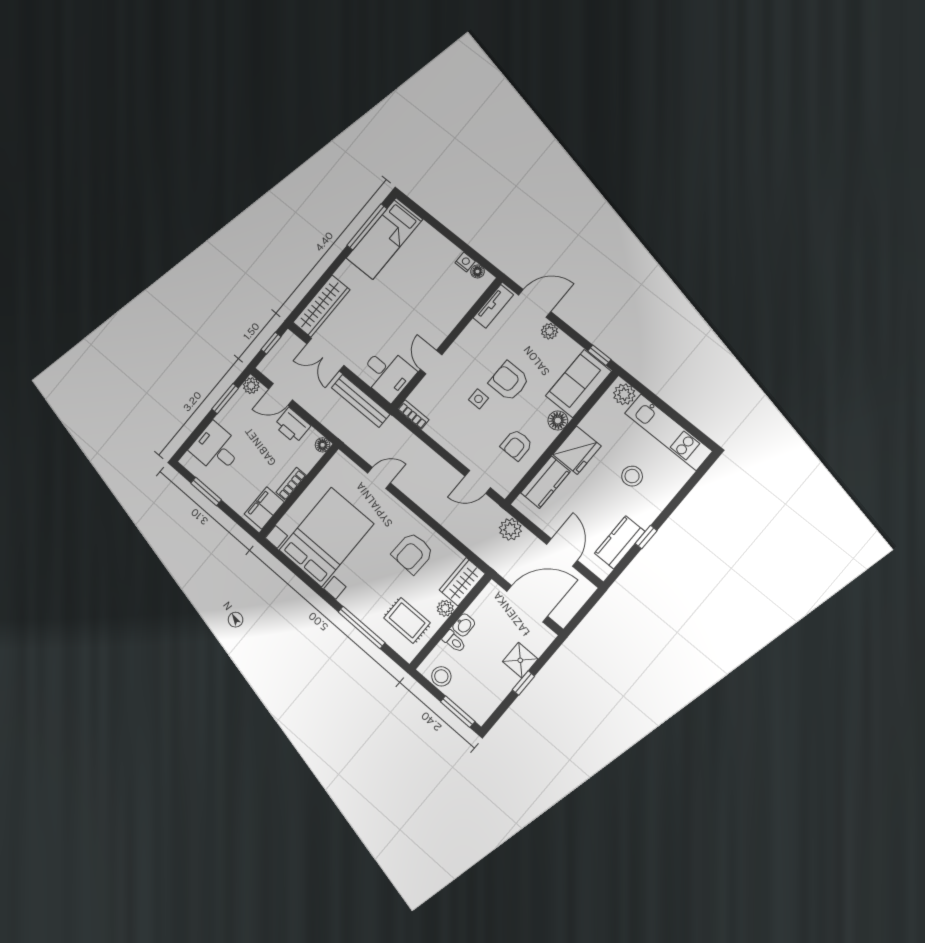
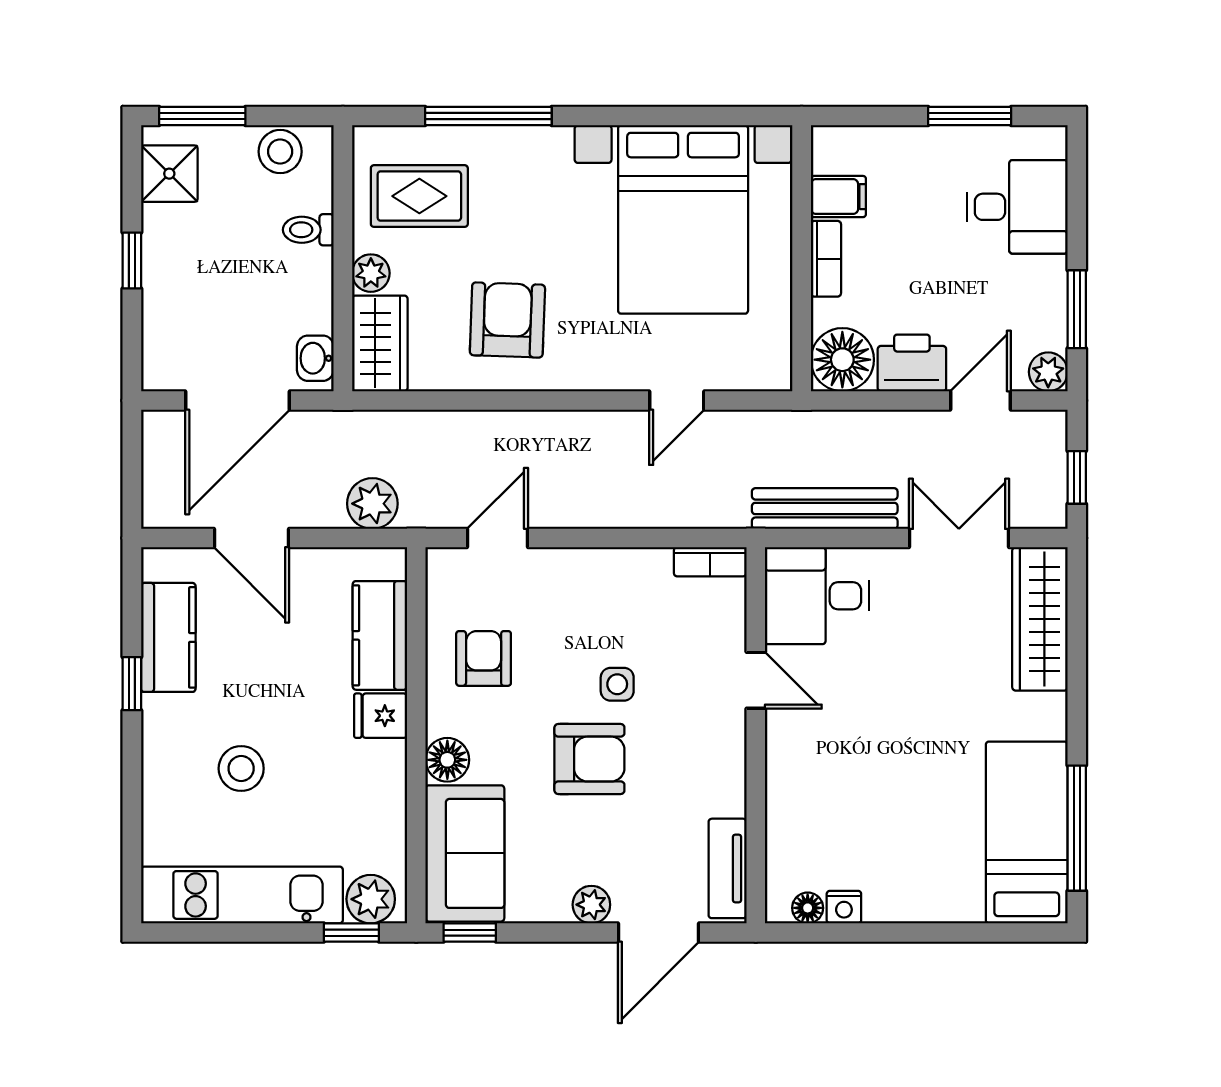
window: (641, 388) -> (351, 933), added
floor lamp: (323, 445) -> (842, 360), width x1.89, depth x1.89
fridge: (577, 450) -> (381, 716), width x0.53, depth x0.75
filing cabinet: (264, 508) -> (838, 197), width x0.50
washbasin: (464, 625) -> (315, 358), moved
shower: (520, 660) -> (169, 174), moved

